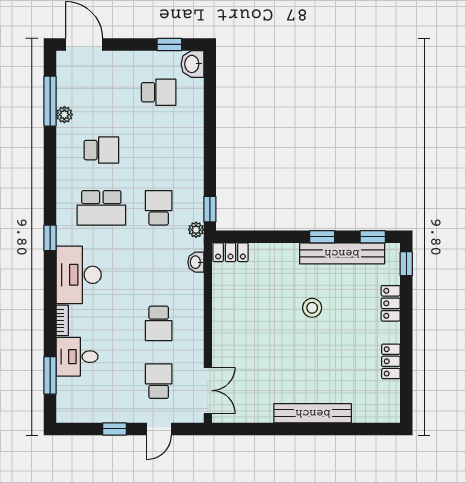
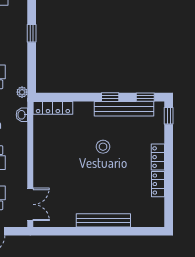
window: (210, 209) -> (32, 33), moved
locker: (231, 252) -> (53, 108), width x1.53
locker: (391, 303) -> (158, 157), moved

